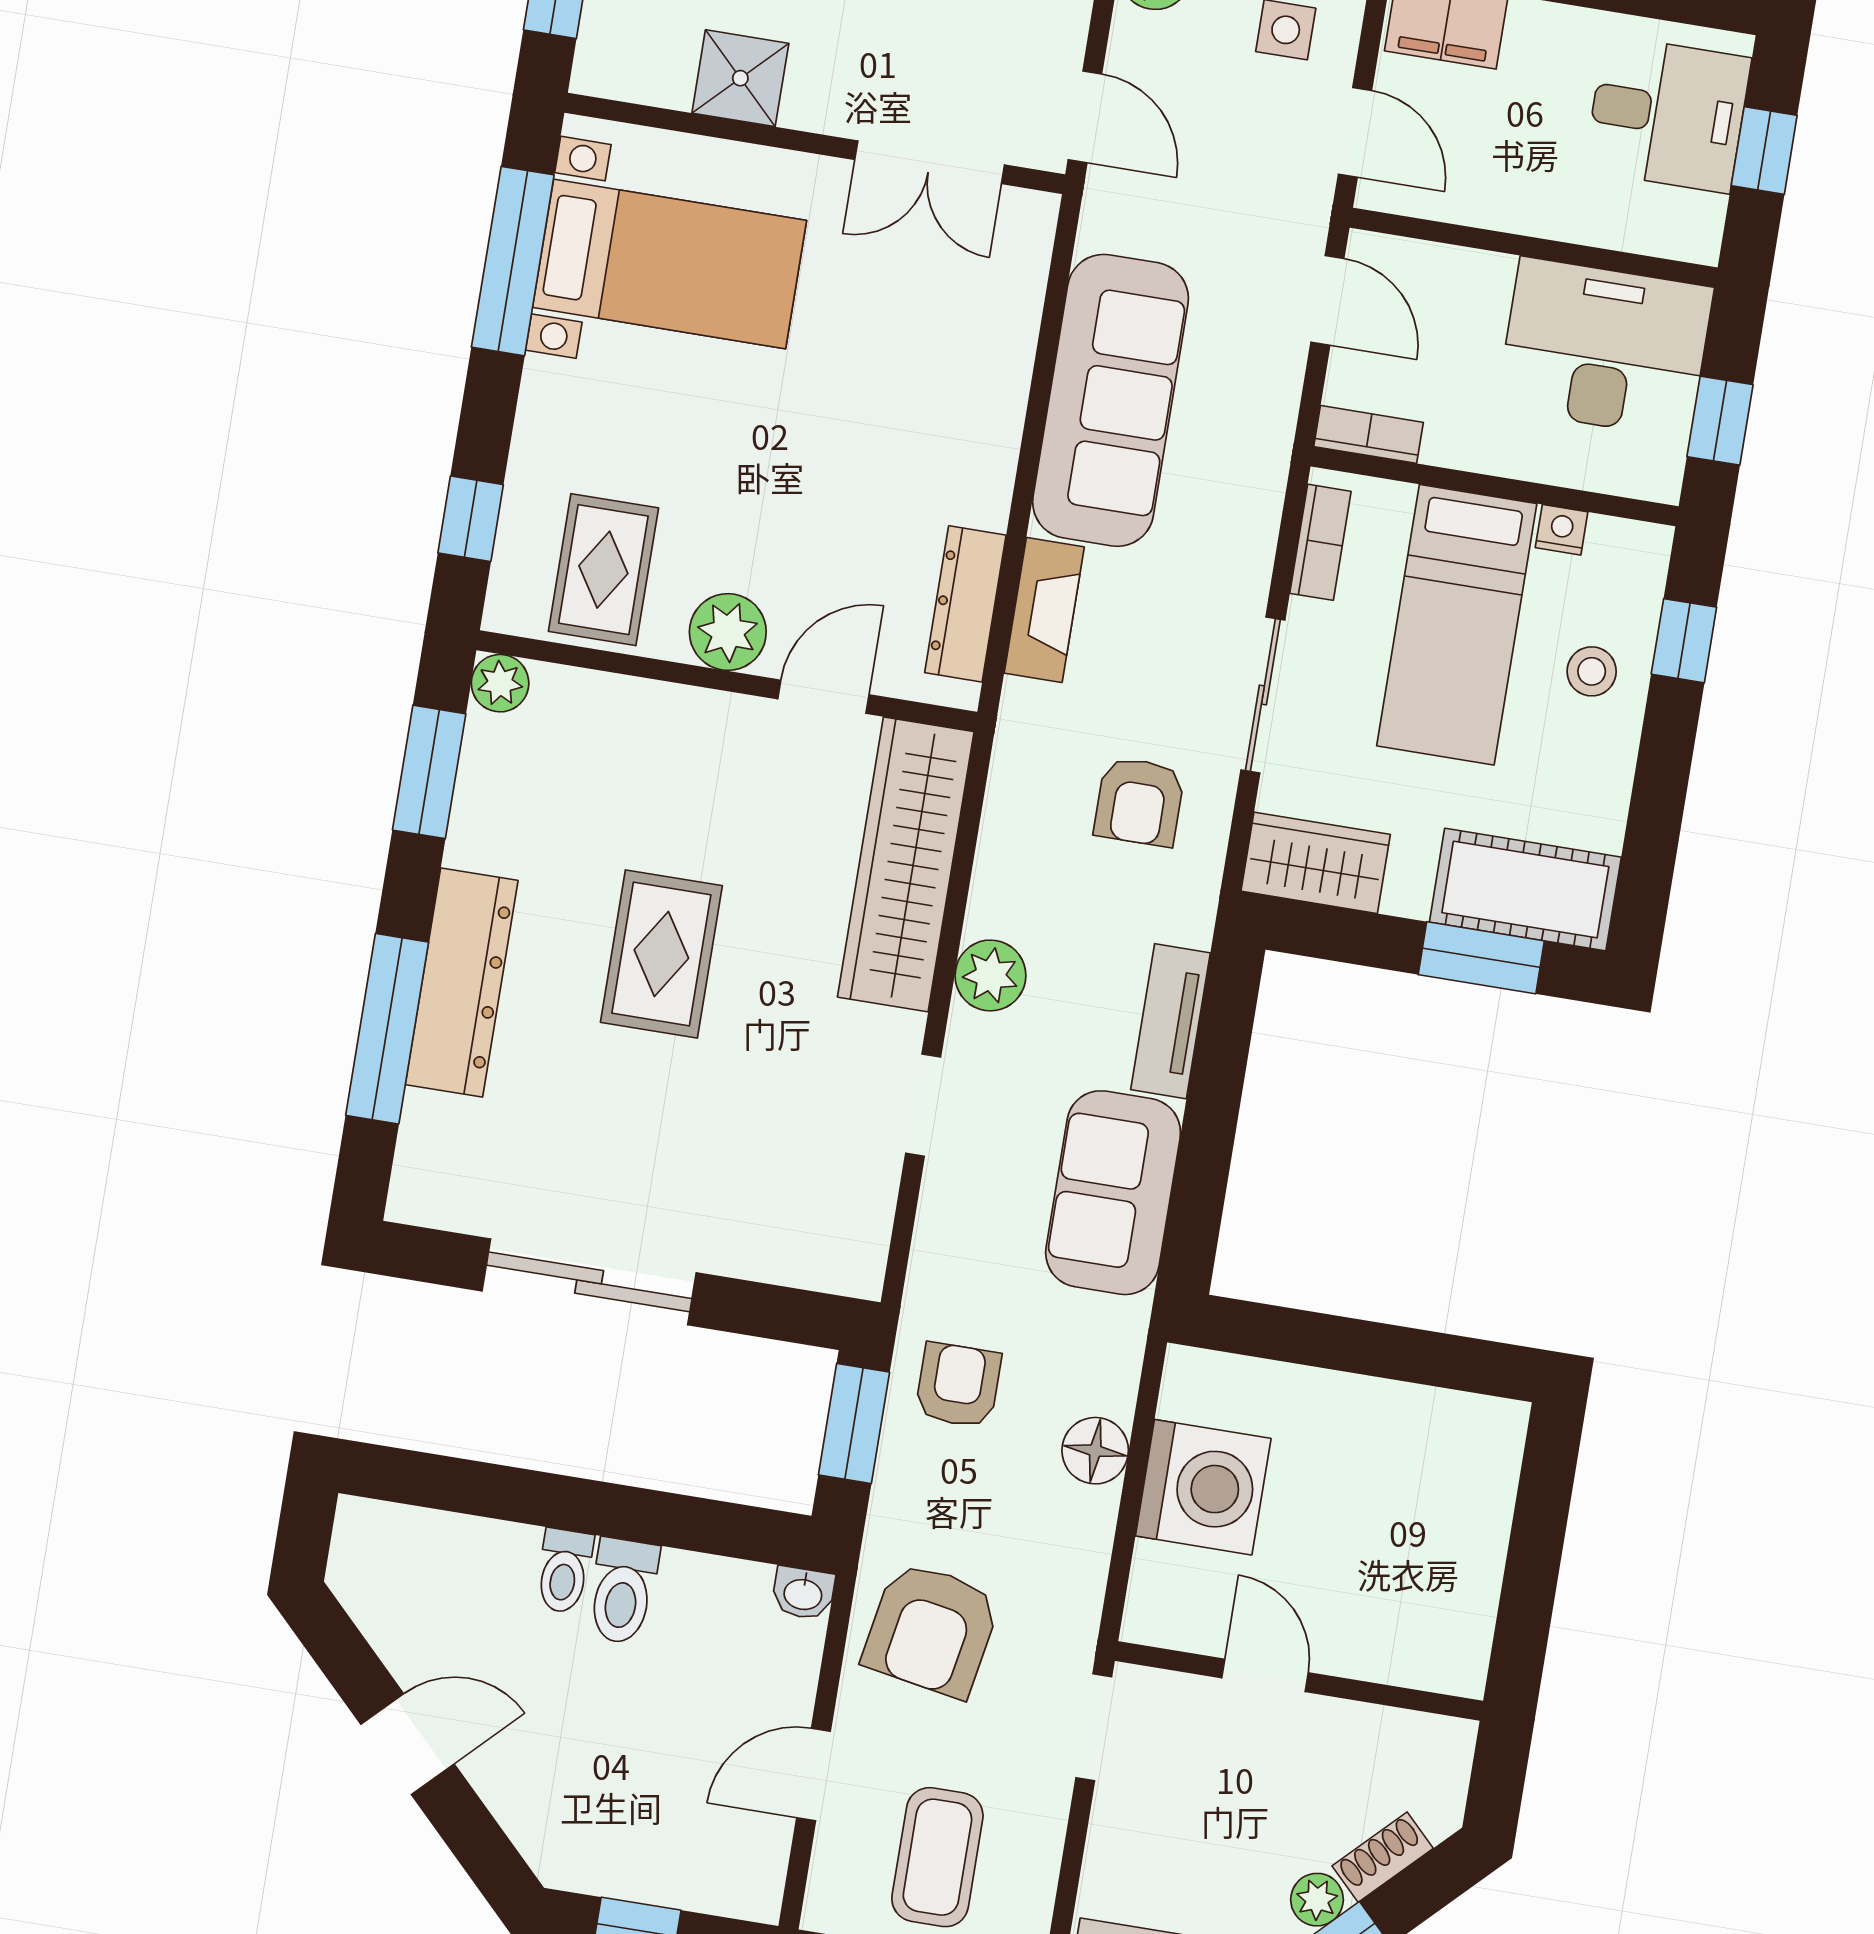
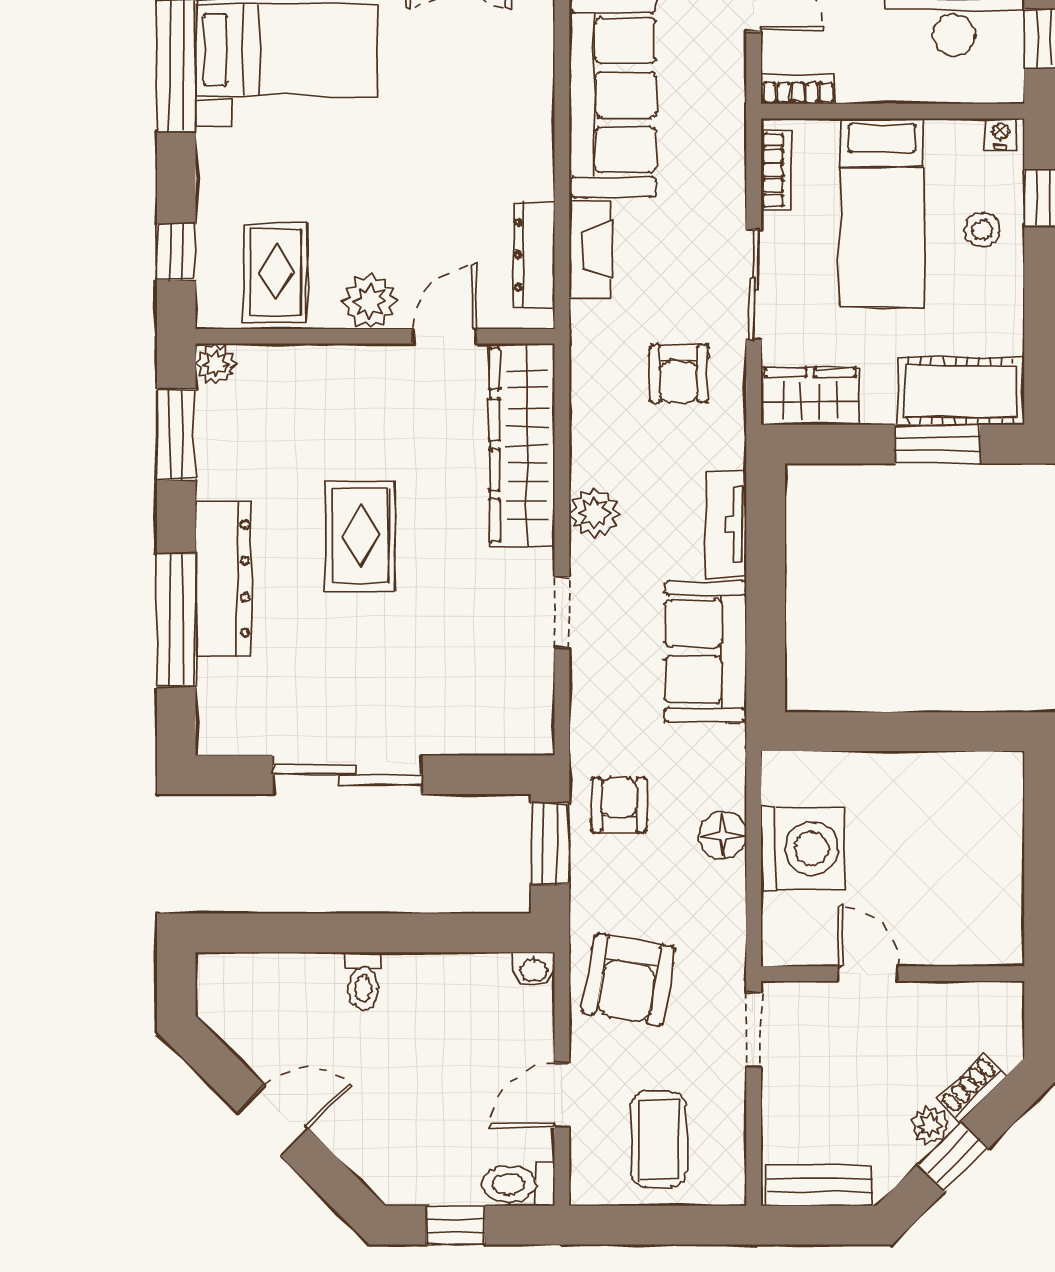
nightstand: (1562, 530) -> (1001, 134), moved
toilet: (623, 1591) -> (519, 1184), moved, turned 90

